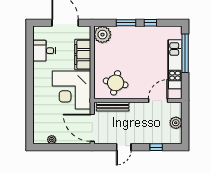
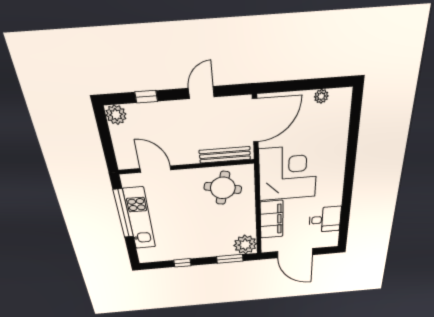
window: (126, 23) -> (230, 259), moved
window: (185, 53) -> (123, 214), moved
door: (158, 100) -> (155, 169), swing flipped
plant: (176, 123) -> (116, 115), moved
door: (92, 128) -> (255, 121), hinge flipped

